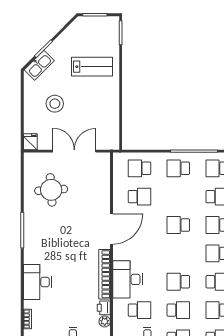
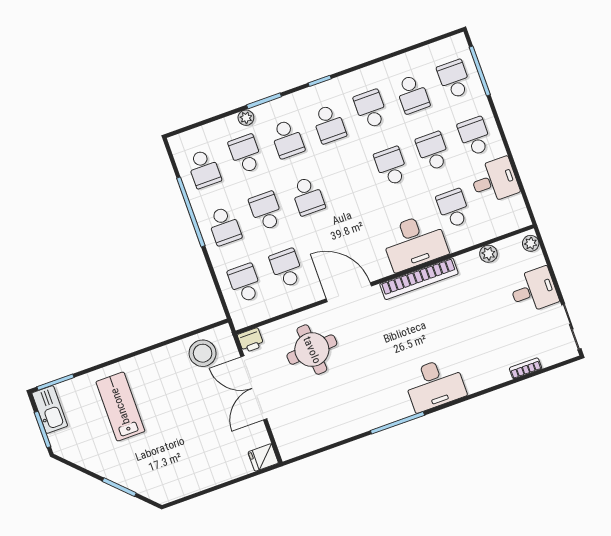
kitchen sink: (39, 65) -> (50, 410), moved, turned 45
stool: (55, 104) -> (203, 353), moved
school desk: (139, 168) -> (245, 283), turned 180
round table: (51, 190) -> (312, 350), moved
school desk: (178, 197) -> (266, 211), added
desk: (37, 282) -> (435, 384), moved
school desk: (178, 282) -> (391, 166), turned 180
printer: (104, 308) -> (251, 340), moved

